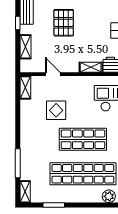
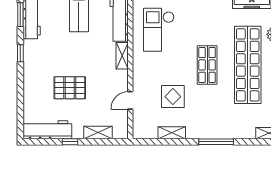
shelving: (25, 87) -> (172, 133), moved
shop shelf: (83, 139) -> (207, 65), width x0.70, depth x0.74
window: (18, 163) -> (216, 142), moved

